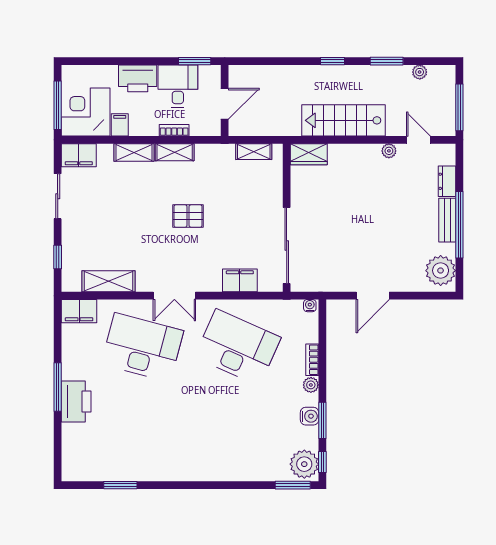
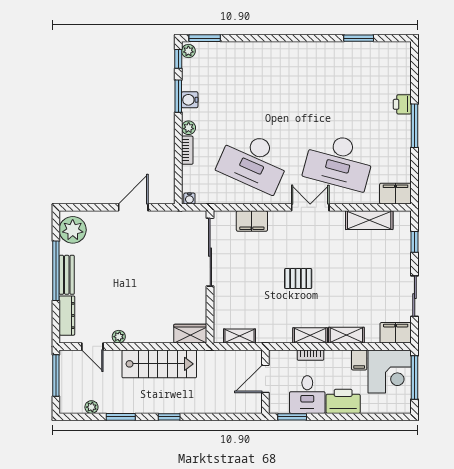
dresser: (447, 181) -> (67, 316), width x1.44
printer: (76, 402) -> (402, 104), width x0.53, depth x0.68
plant: (304, 464) -> (188, 51), width x0.53, depth x0.53

